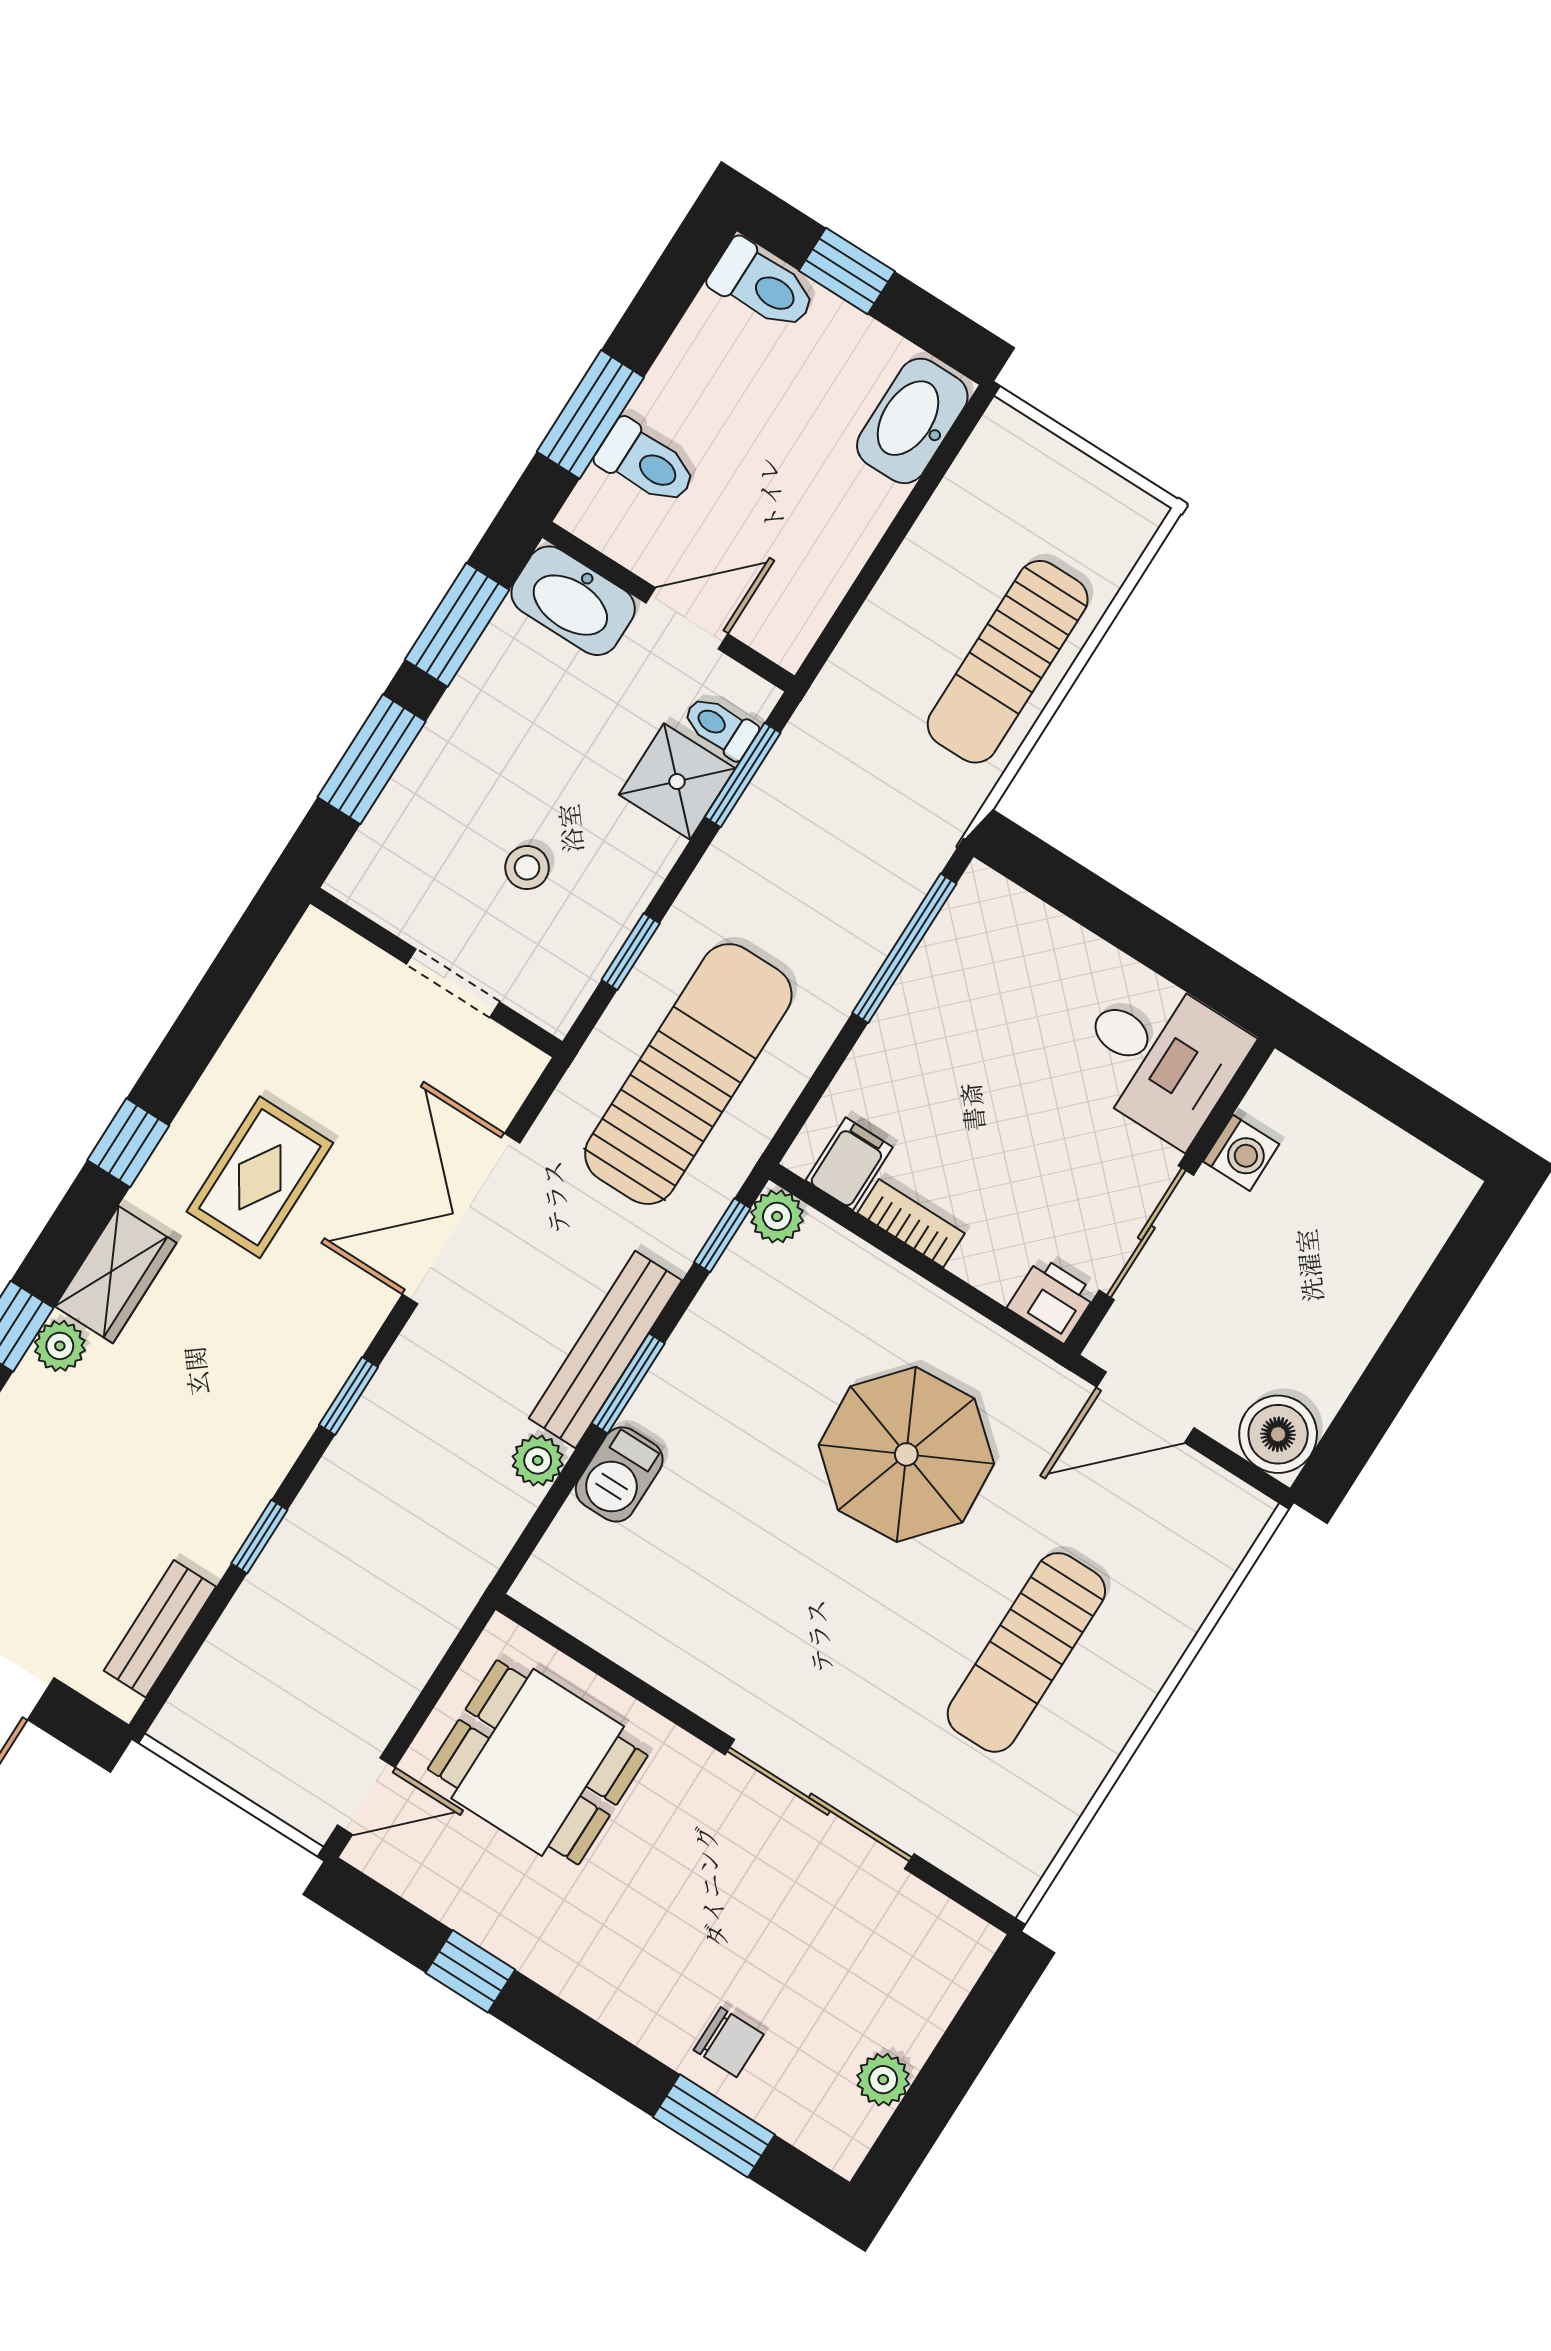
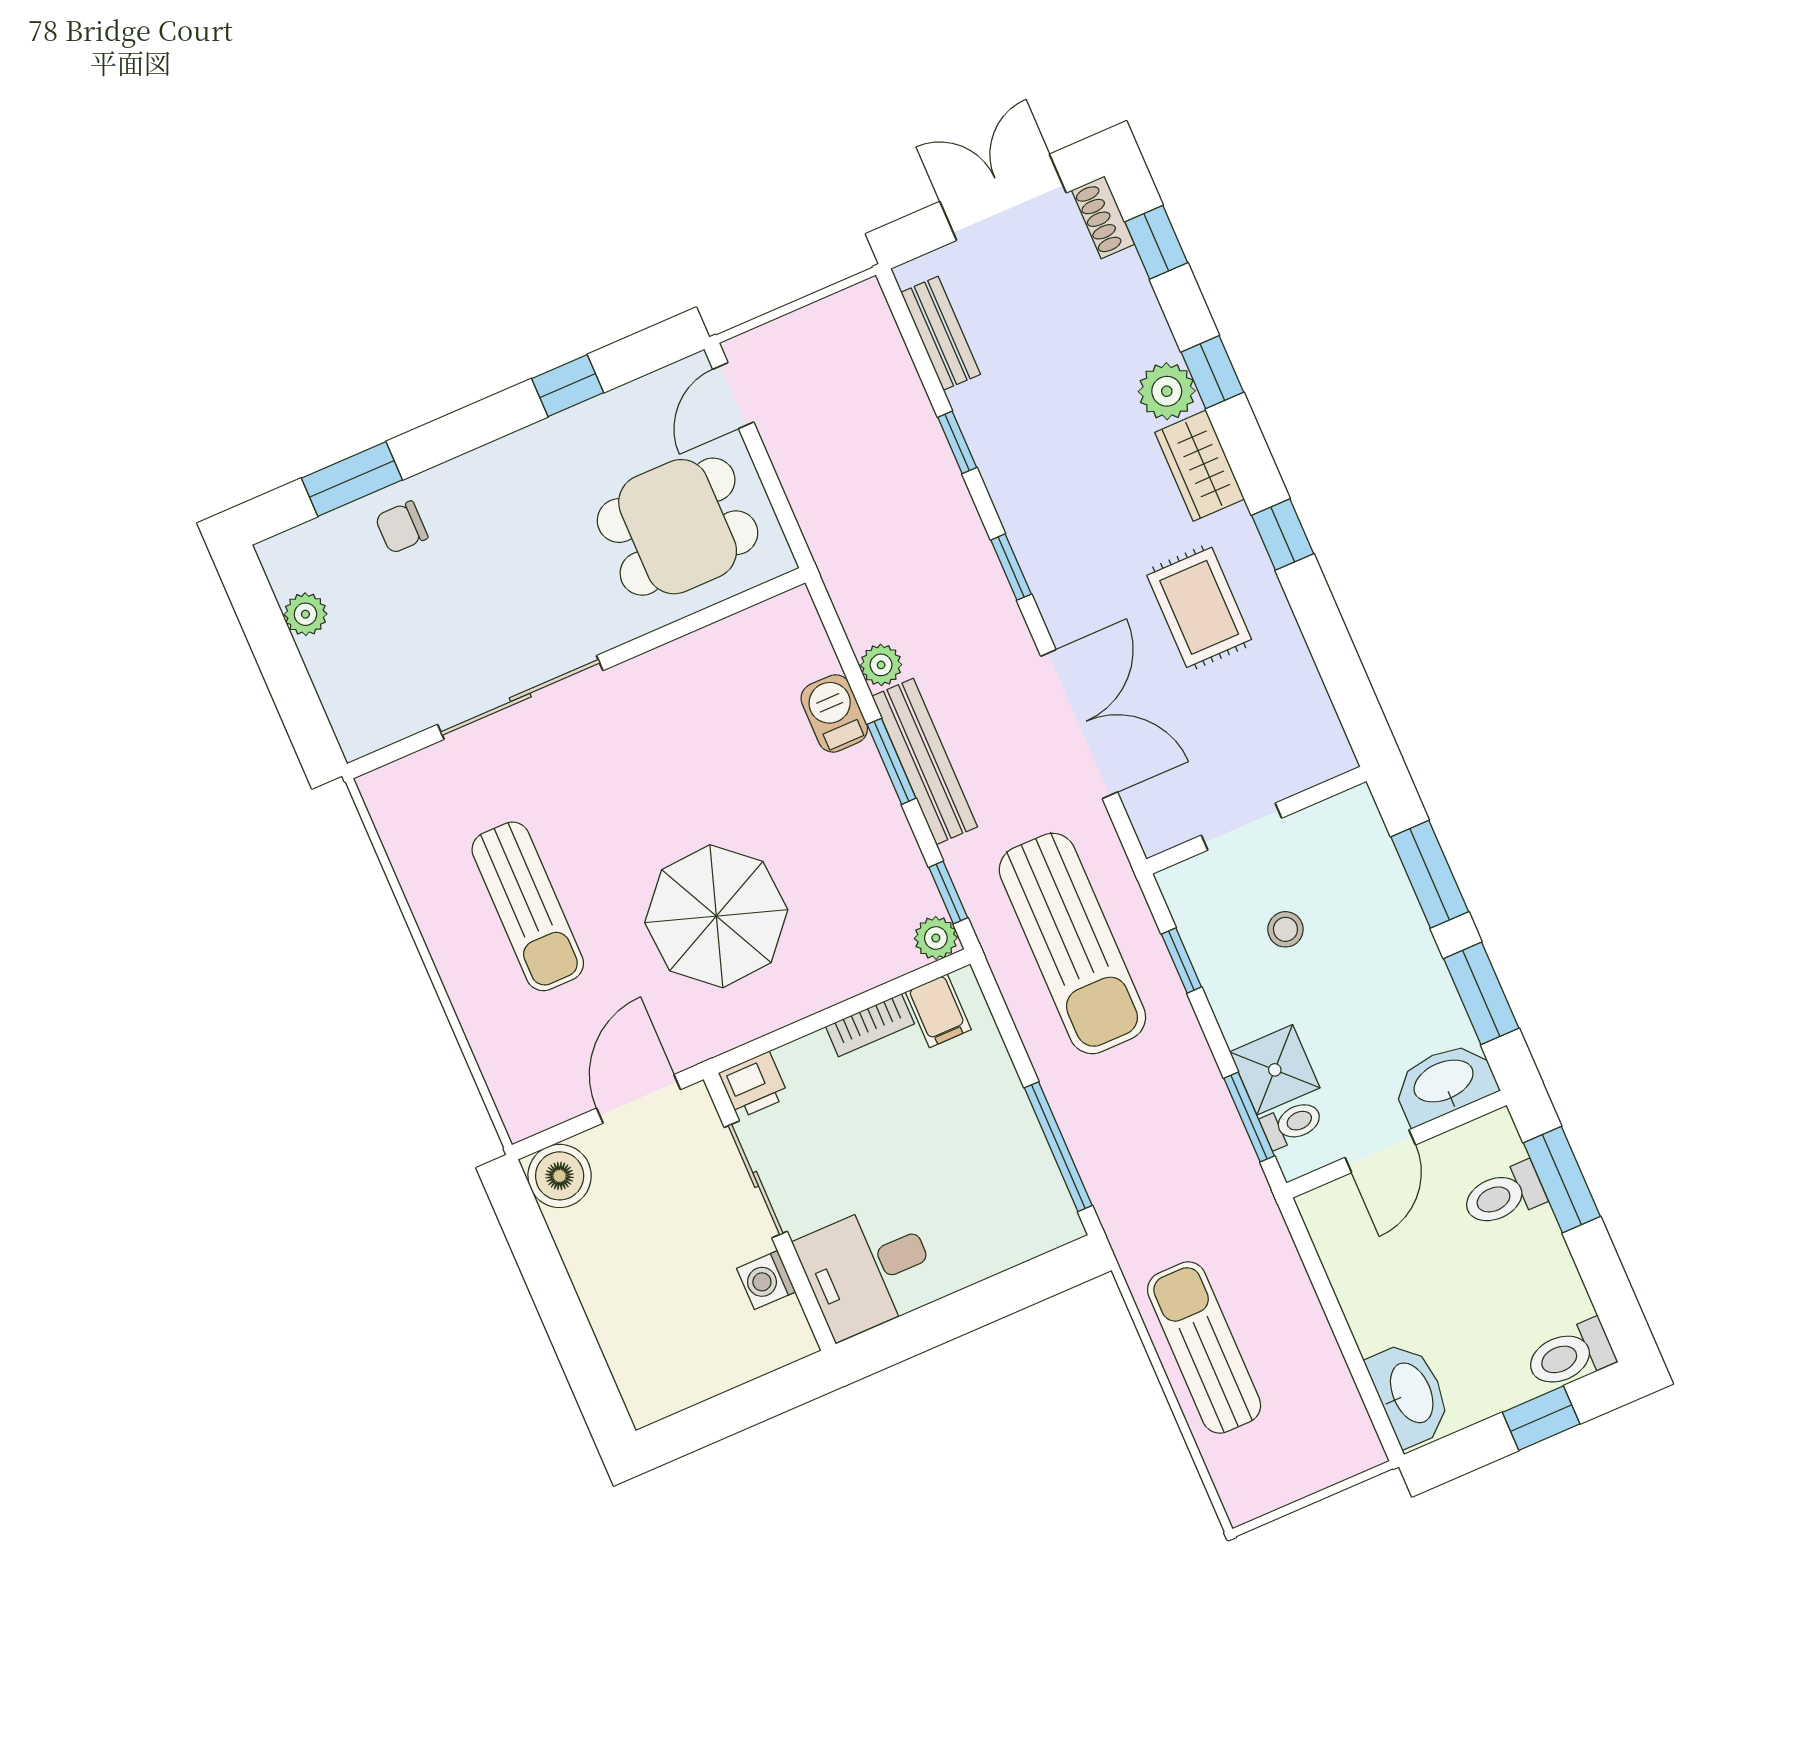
plant: (60, 1346) -> (1167, 391), width x1.38, depth x1.38
sun lounger: (1026, 1652) -> (528, 906), turned 180

